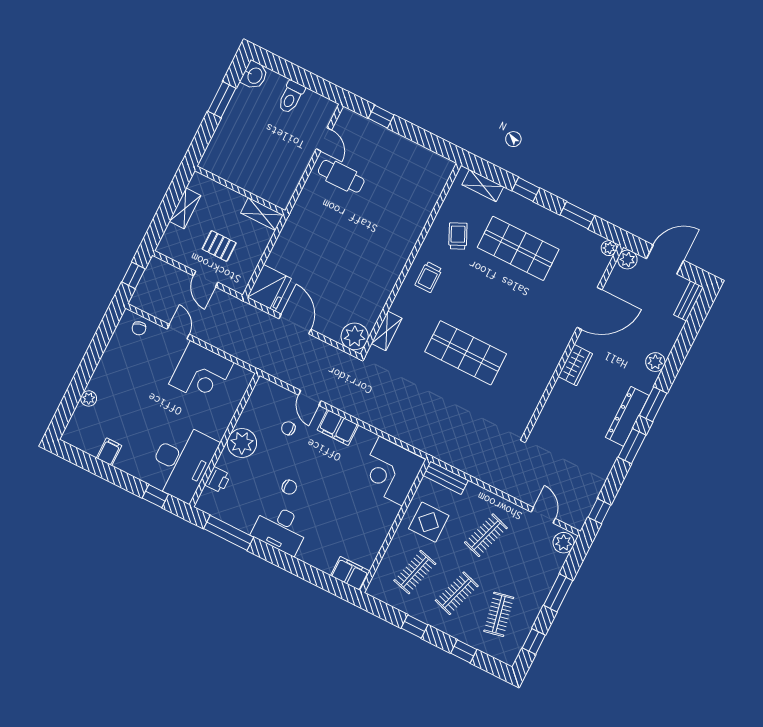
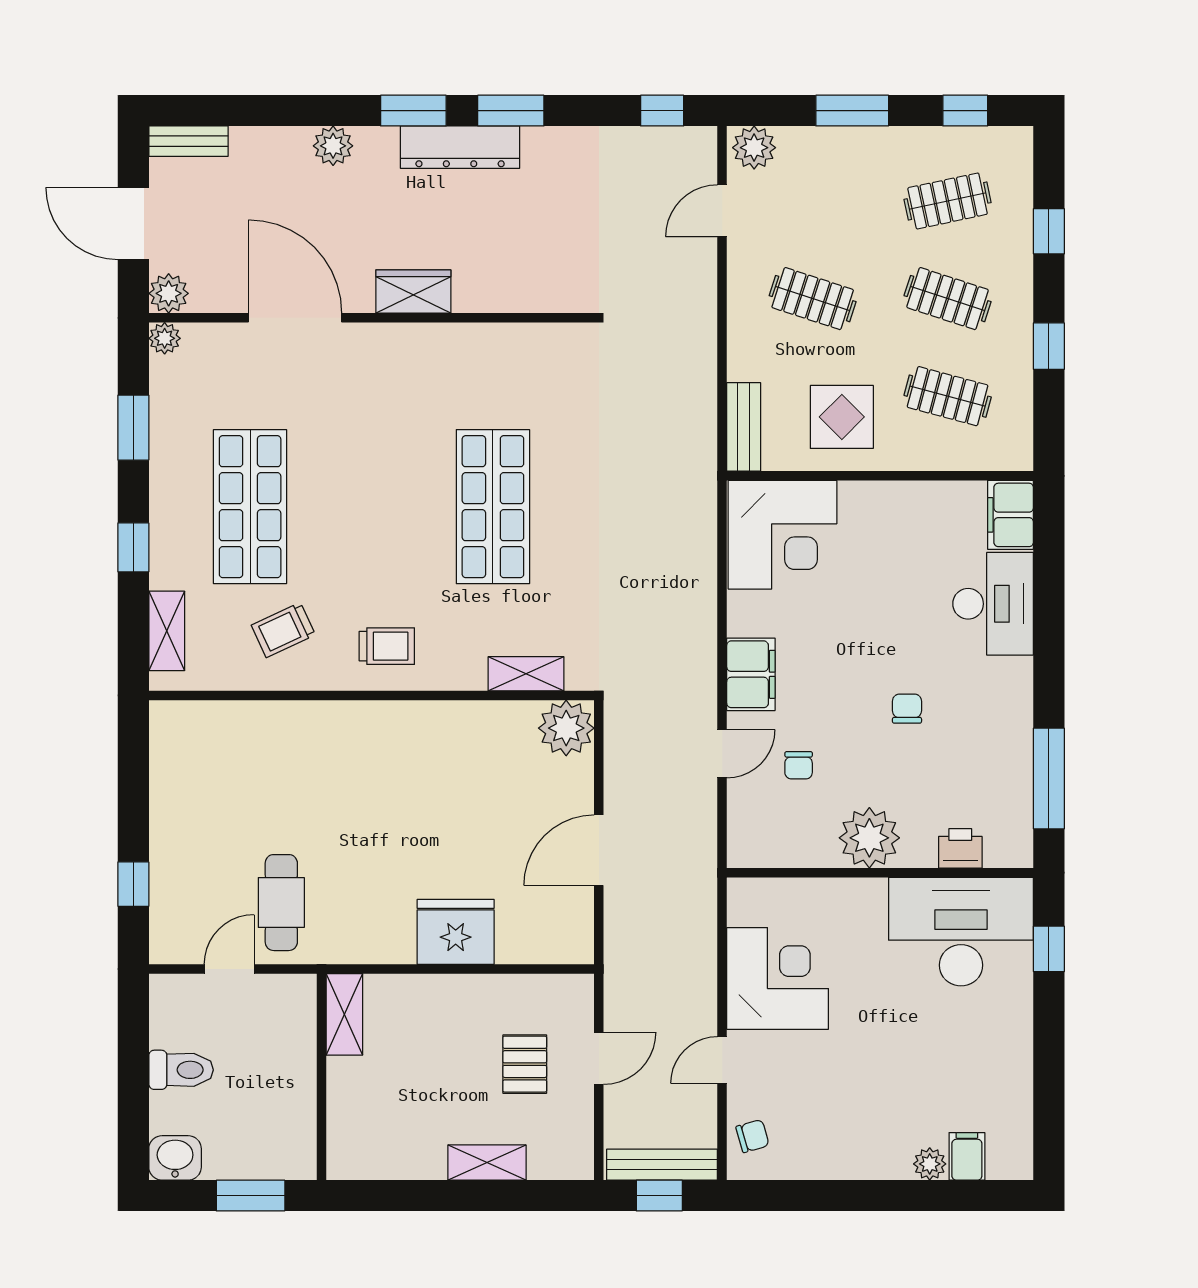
wall: (240, 191) -> (321, 1077), moved
shelving: (262, 214) -> (344, 1014), moved
bench: (146, 283) -> (662, 1165), added
fridge: (269, 288) -> (456, 932), moved
filing cabinet: (109, 452) -> (967, 1156), moved, turned 90
desk: (280, 529) -> (993, 604), moved

